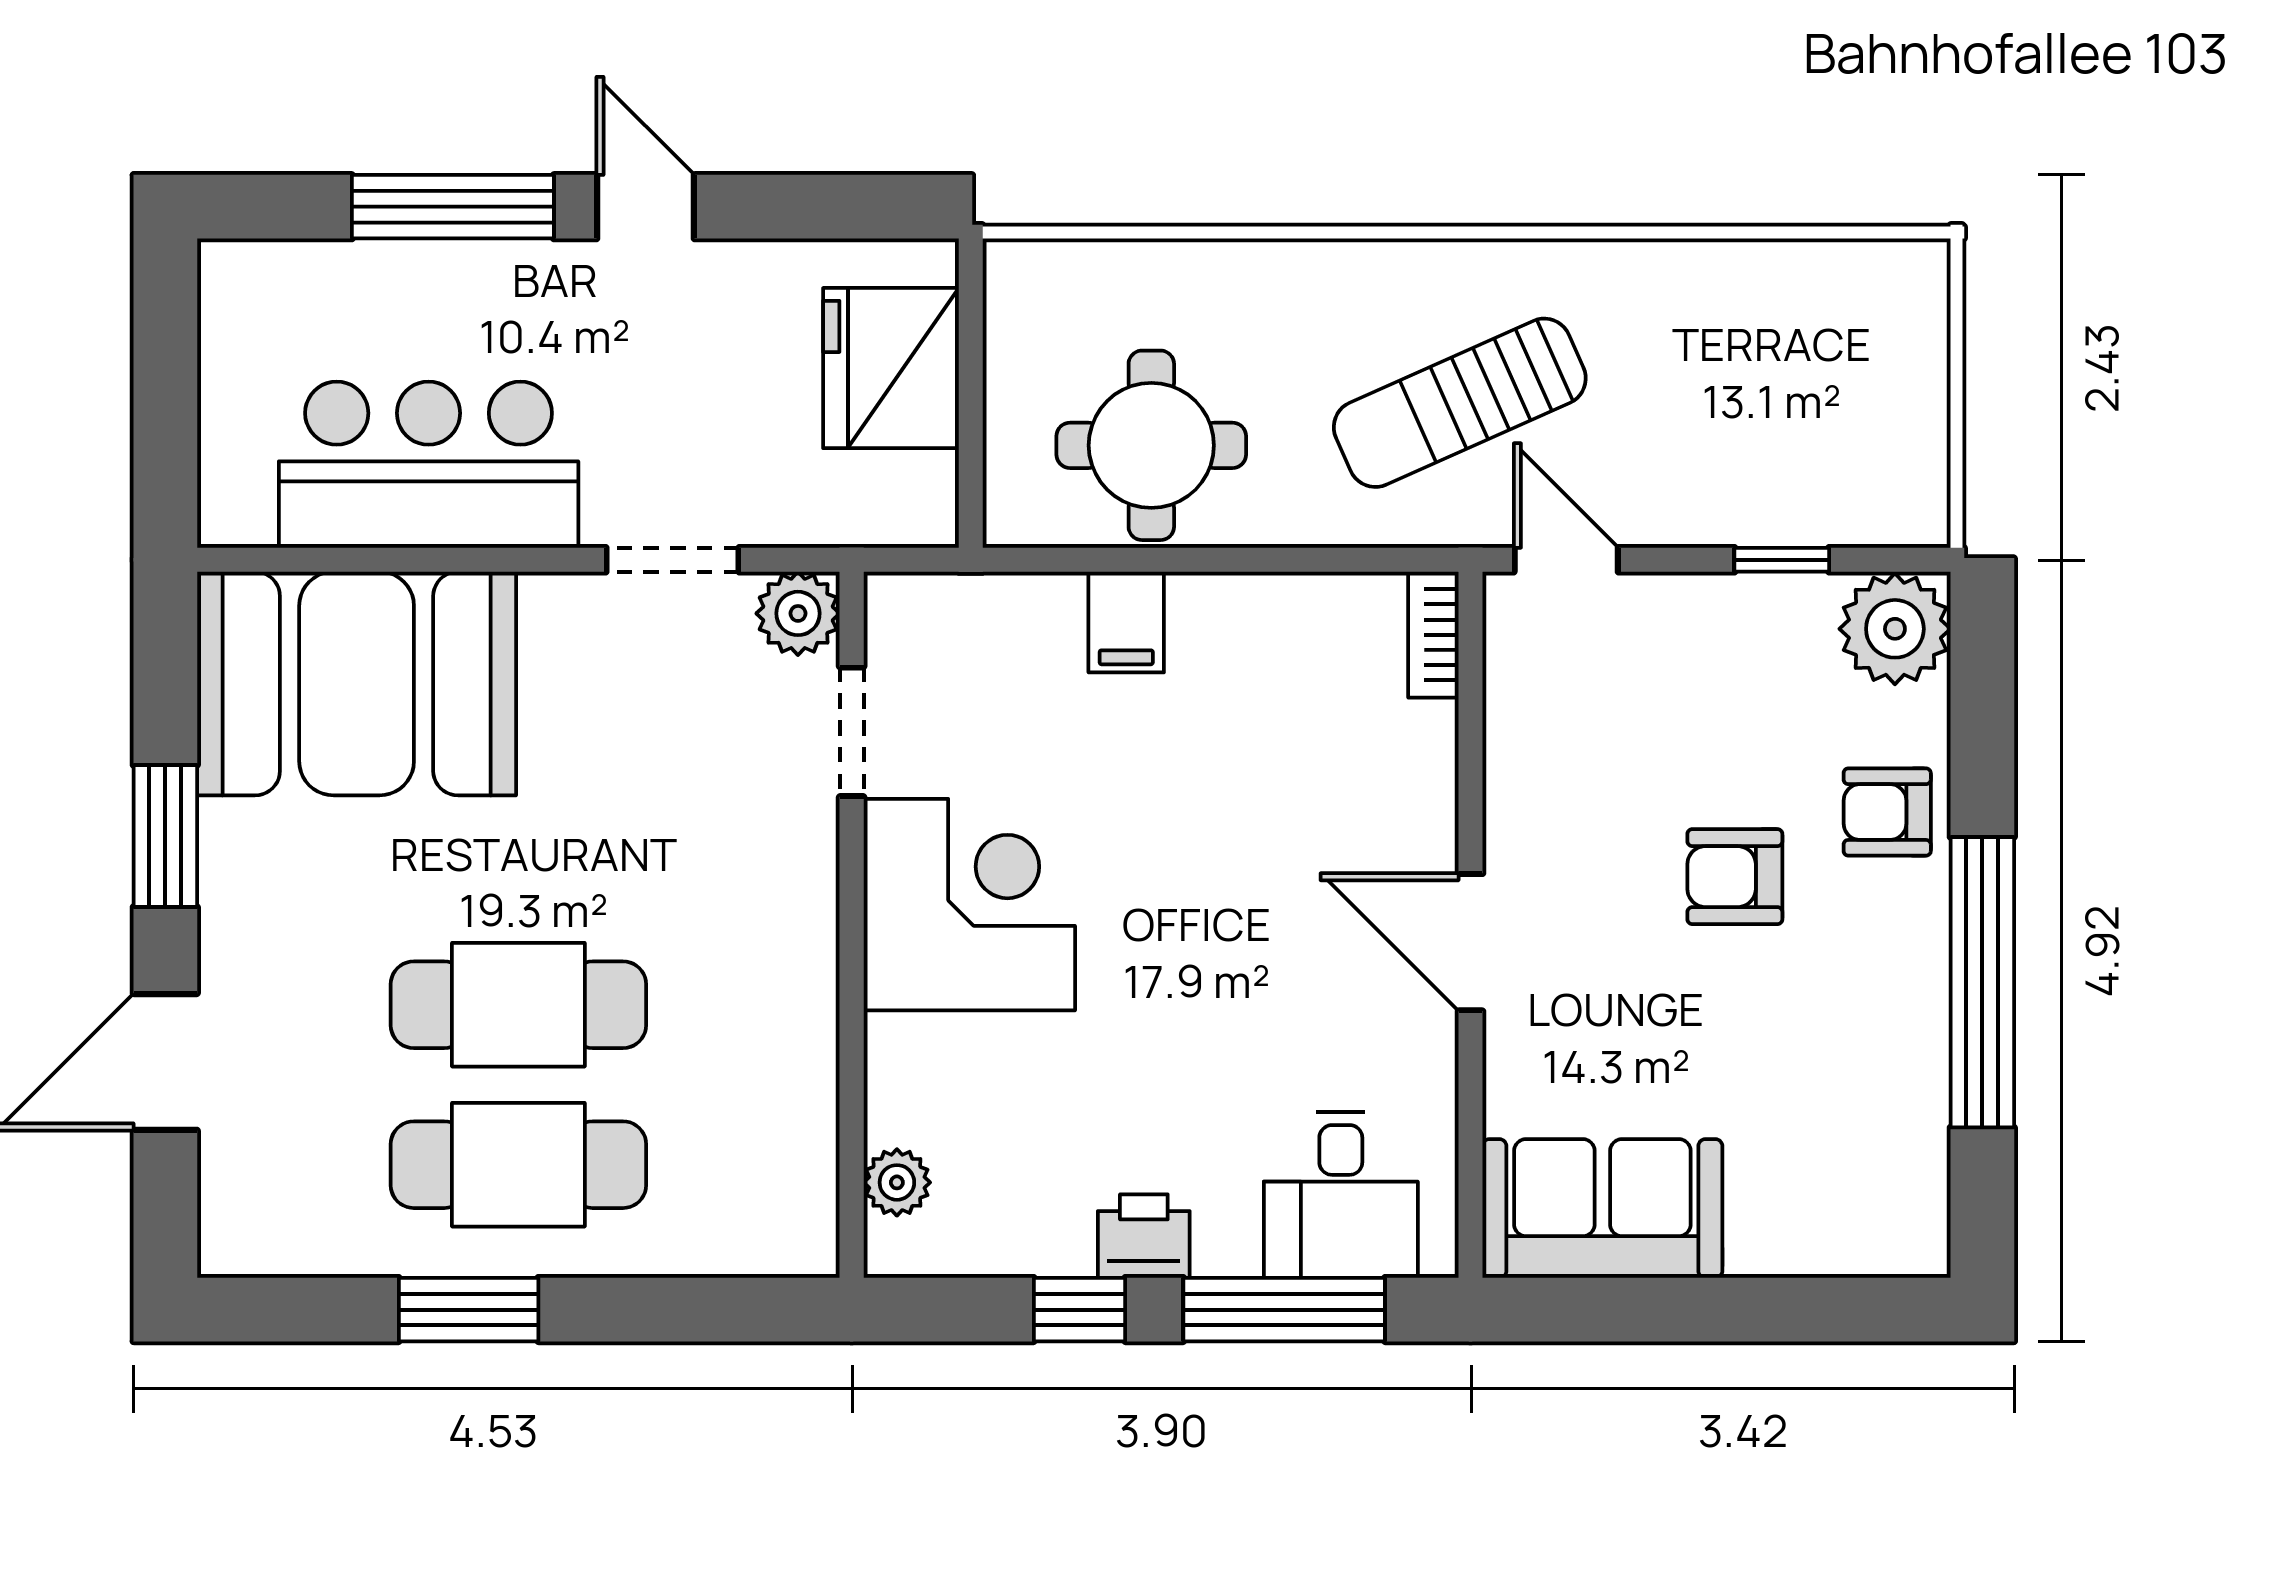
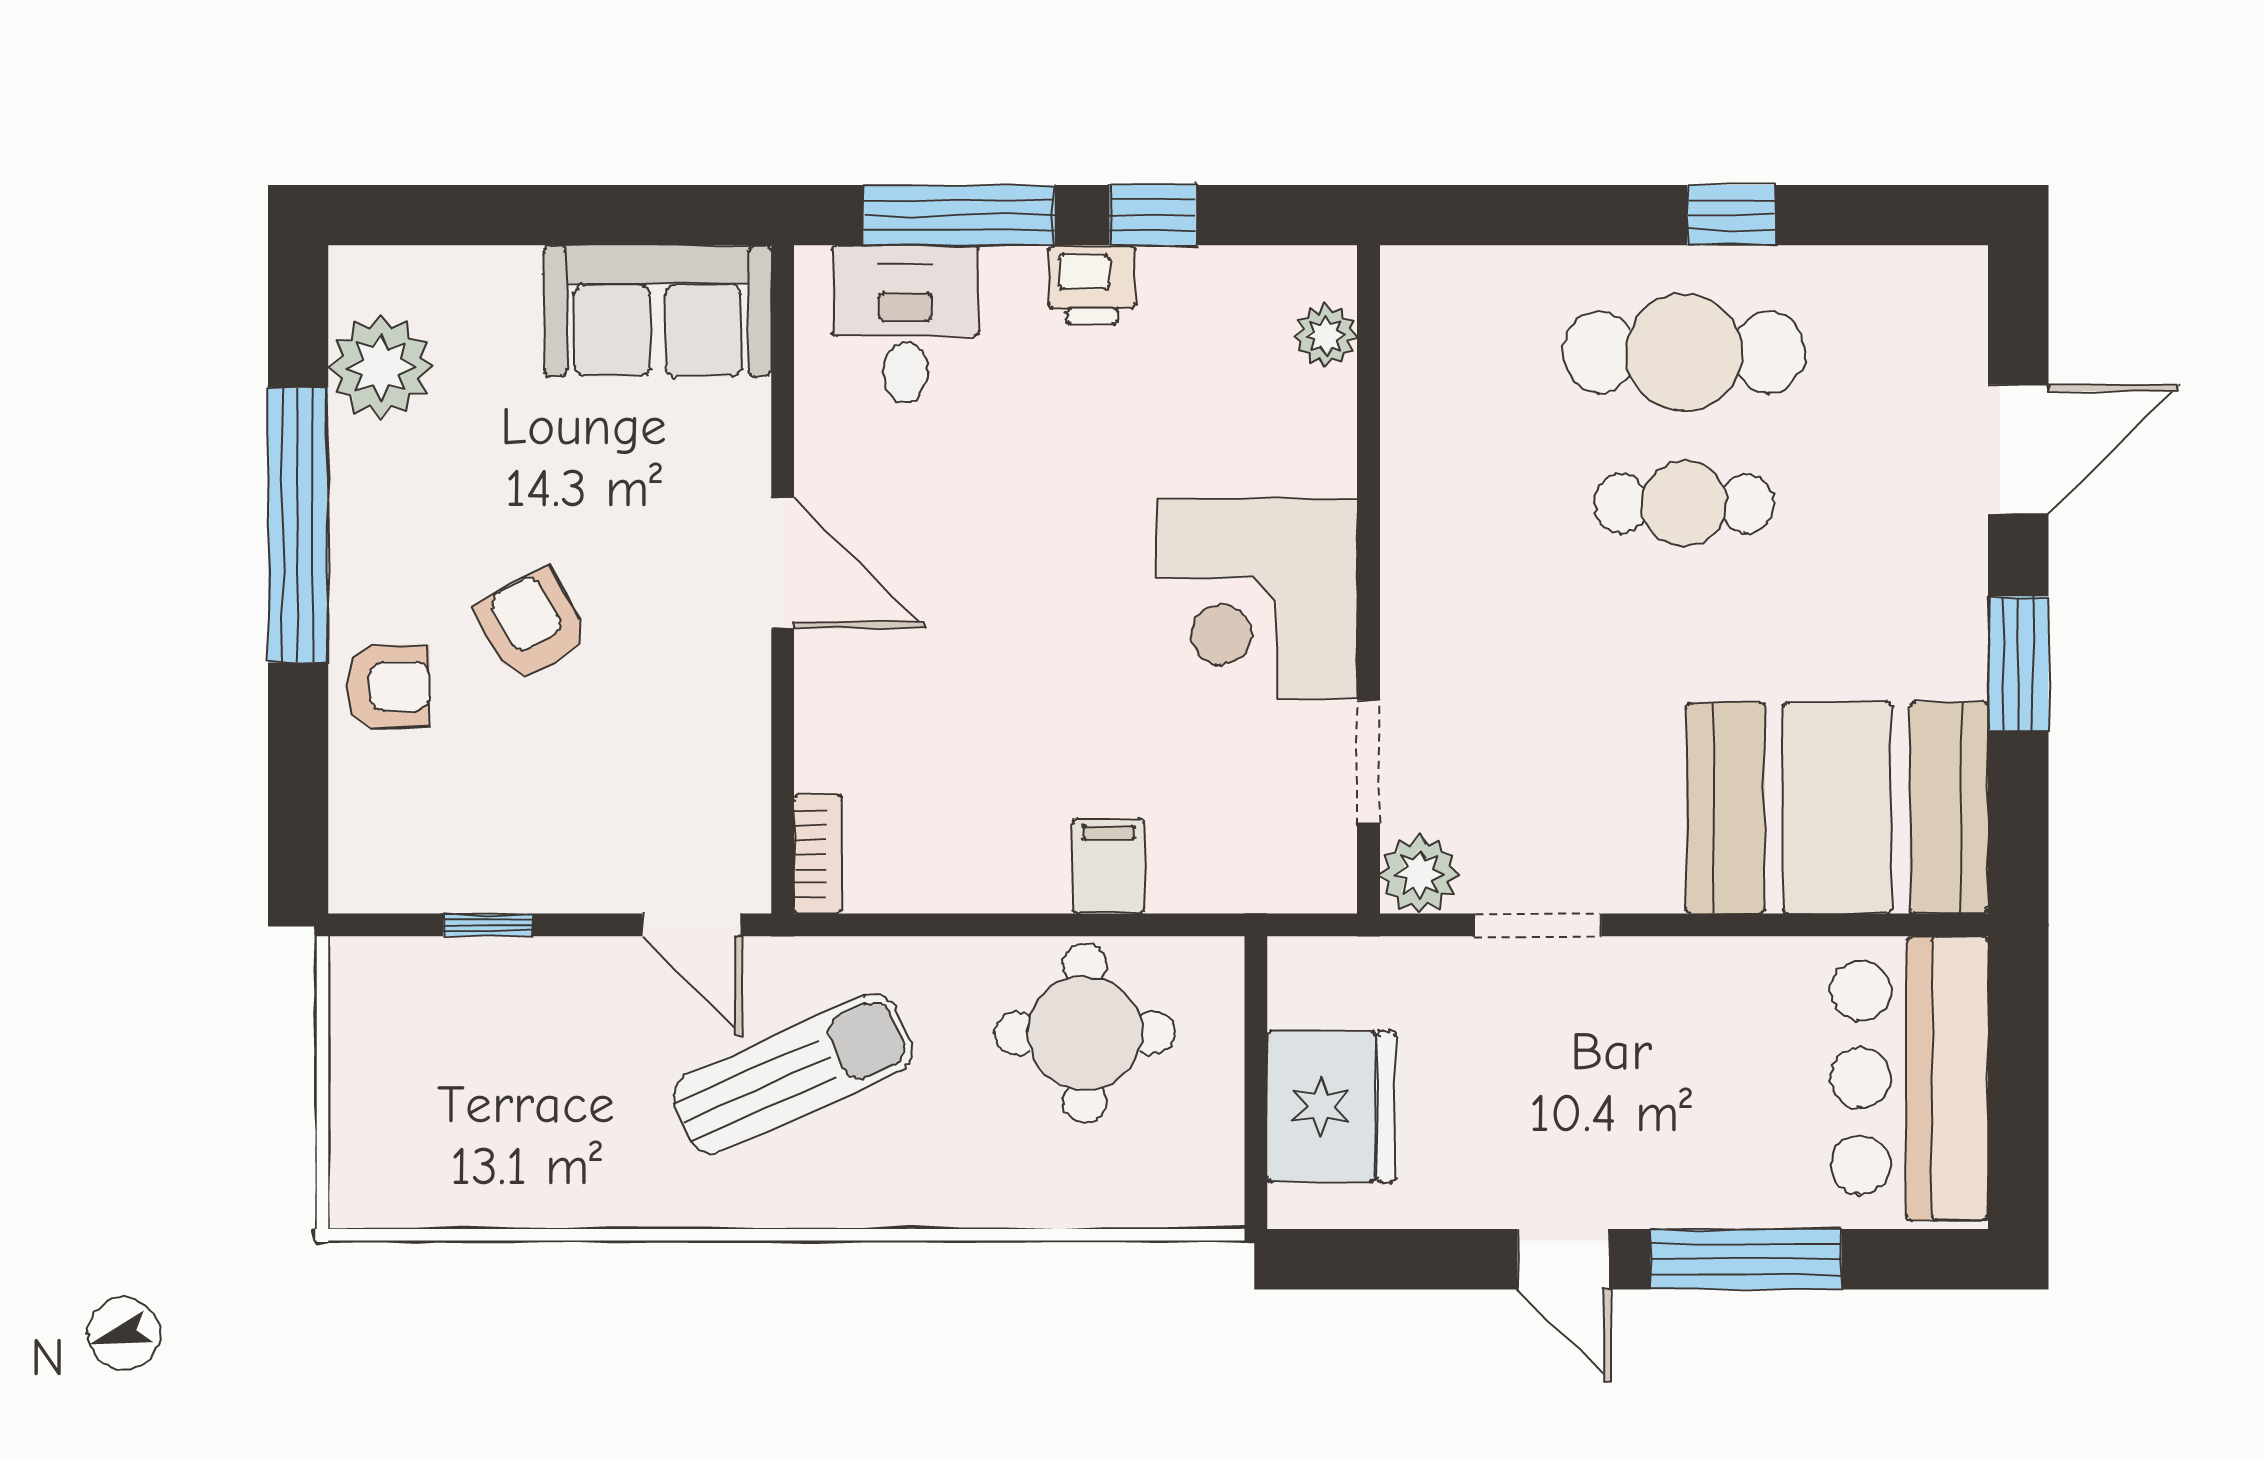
bar counter: (429, 465) -> (1909, 1078), moved, turned 90
plant: (1895, 629) -> (381, 367), moved
armchair: (1735, 877) -> (532, 625), turned -119
cafe table: (518, 1005) -> (1684, 504), width x0.73, depth x0.74
window: (469, 1310) -> (1731, 215), width x0.67

